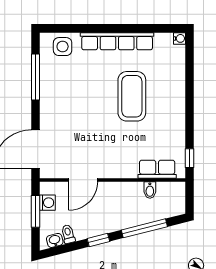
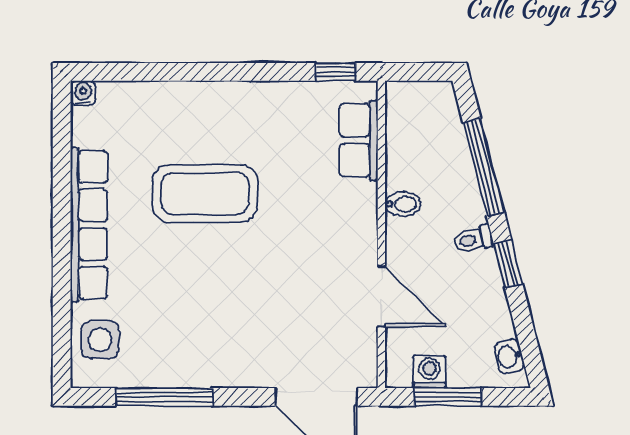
bidet: (150, 190) -> (403, 204), moved
toilet: (68, 234) -> (473, 239), moved

